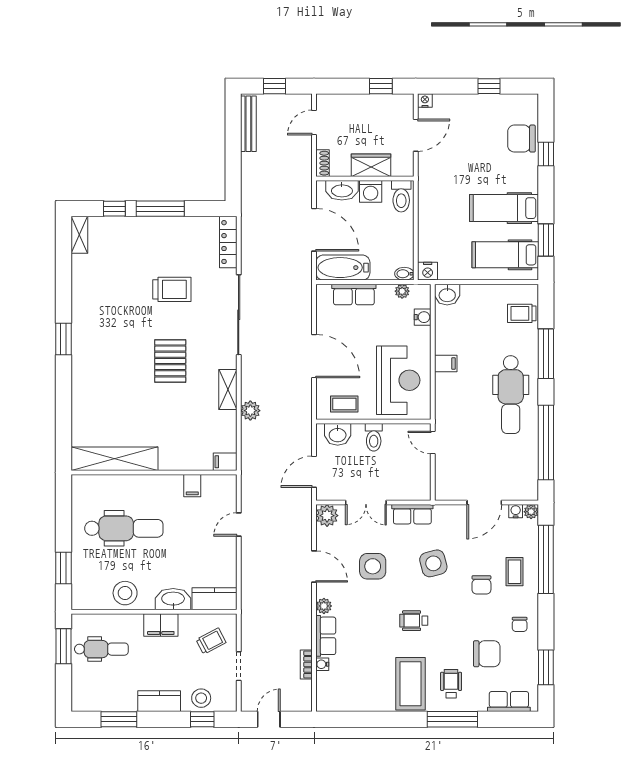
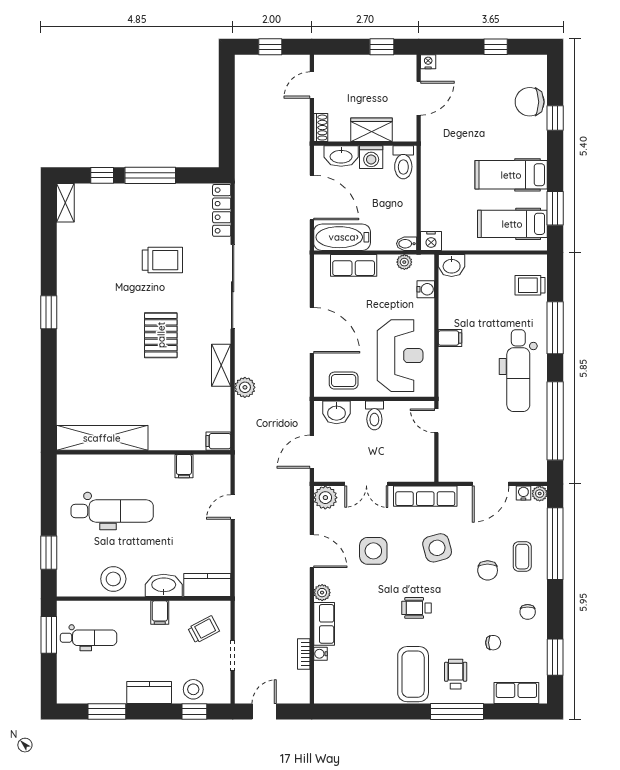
bench: (248, 124) -> (243, 86), removed
row of seats: (412, 514) -> (425, 496), width x1.48
filing cabinet: (161, 625) -> (160, 613), width x0.50
chair: (487, 654) -> (493, 643), width x0.54, depth x0.54

